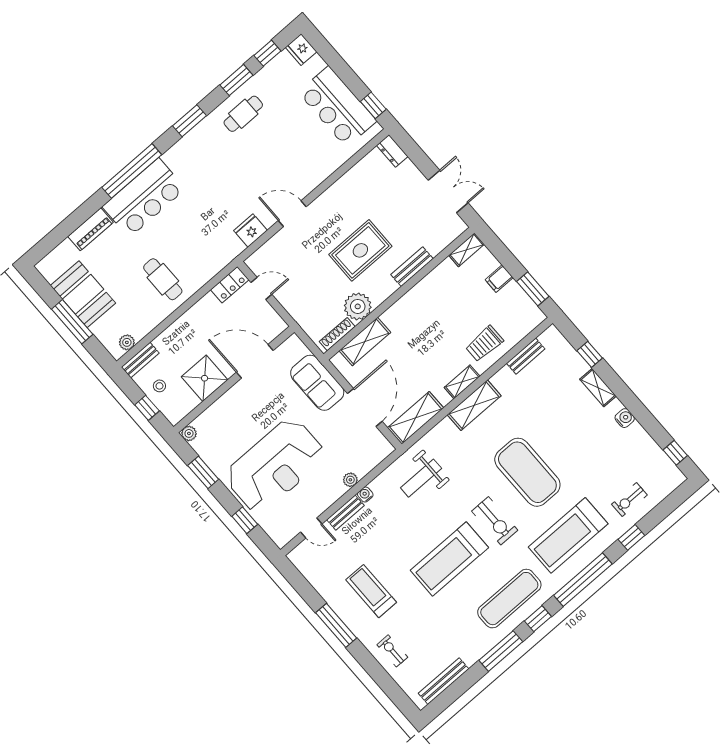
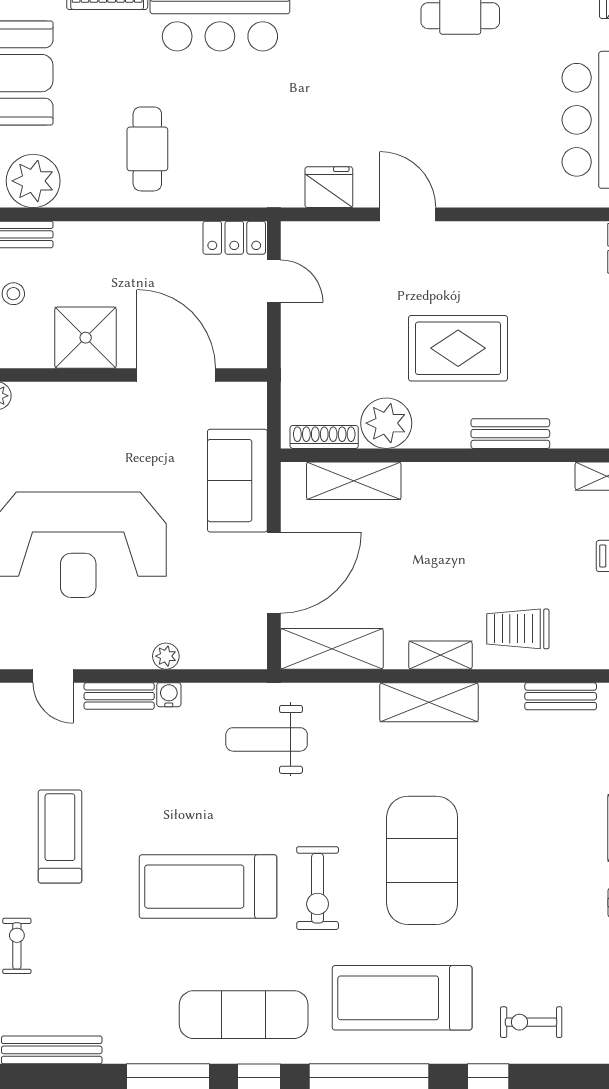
plant: (127, 342) -> (33, 181), width x1.87, depth x1.87

